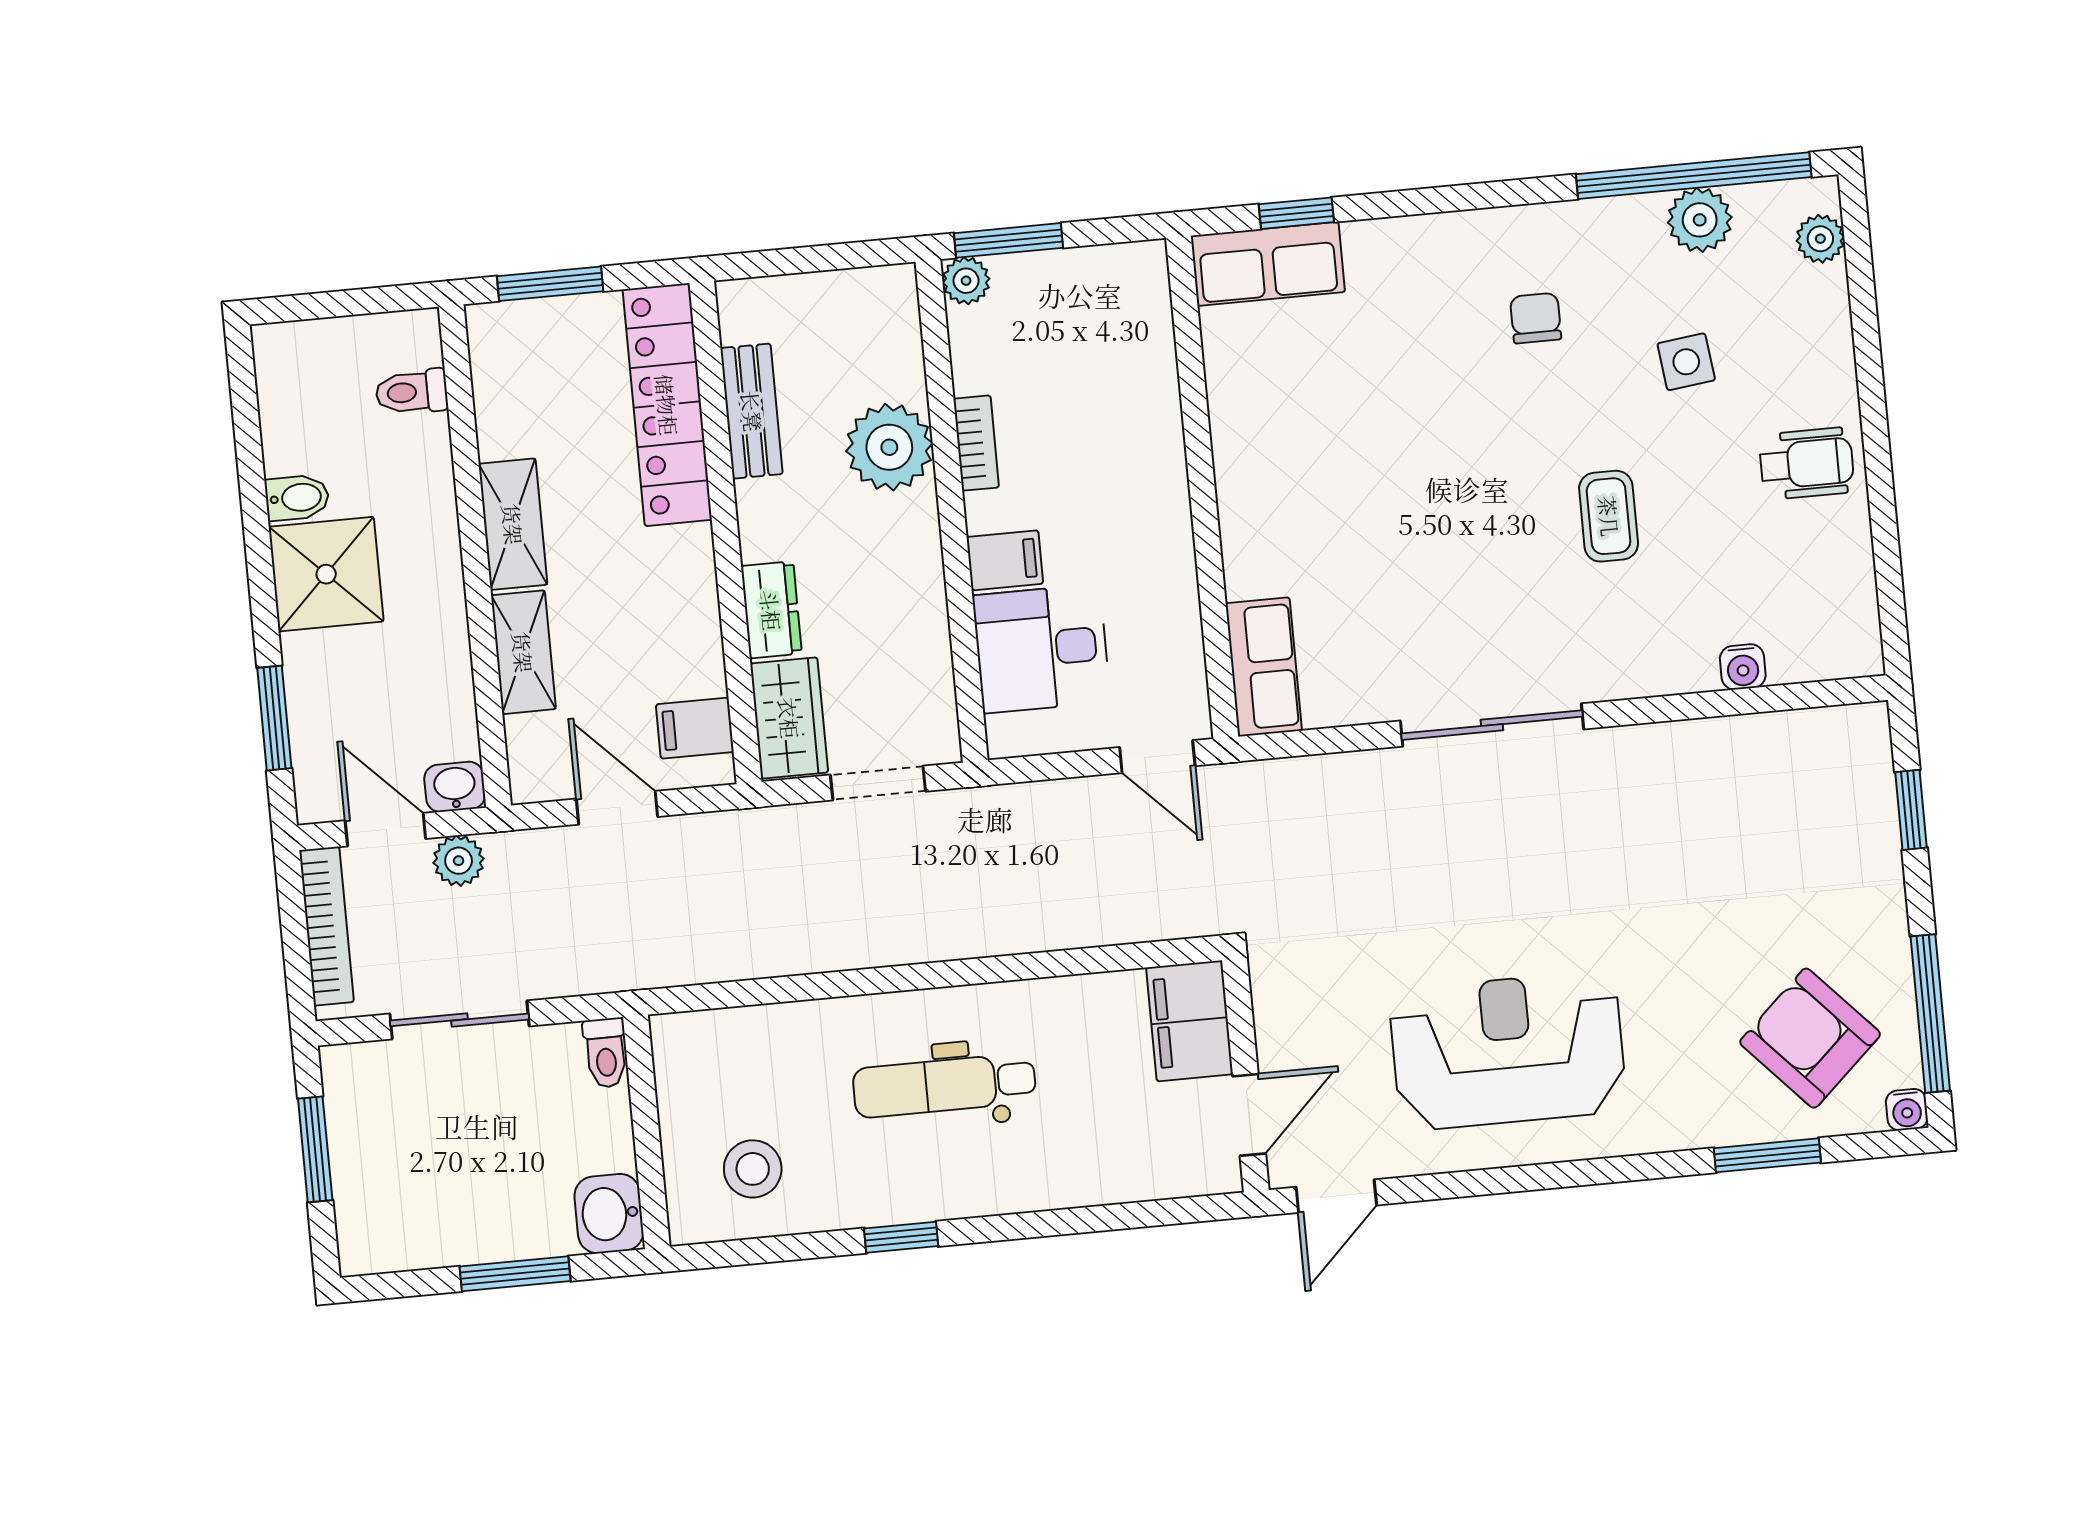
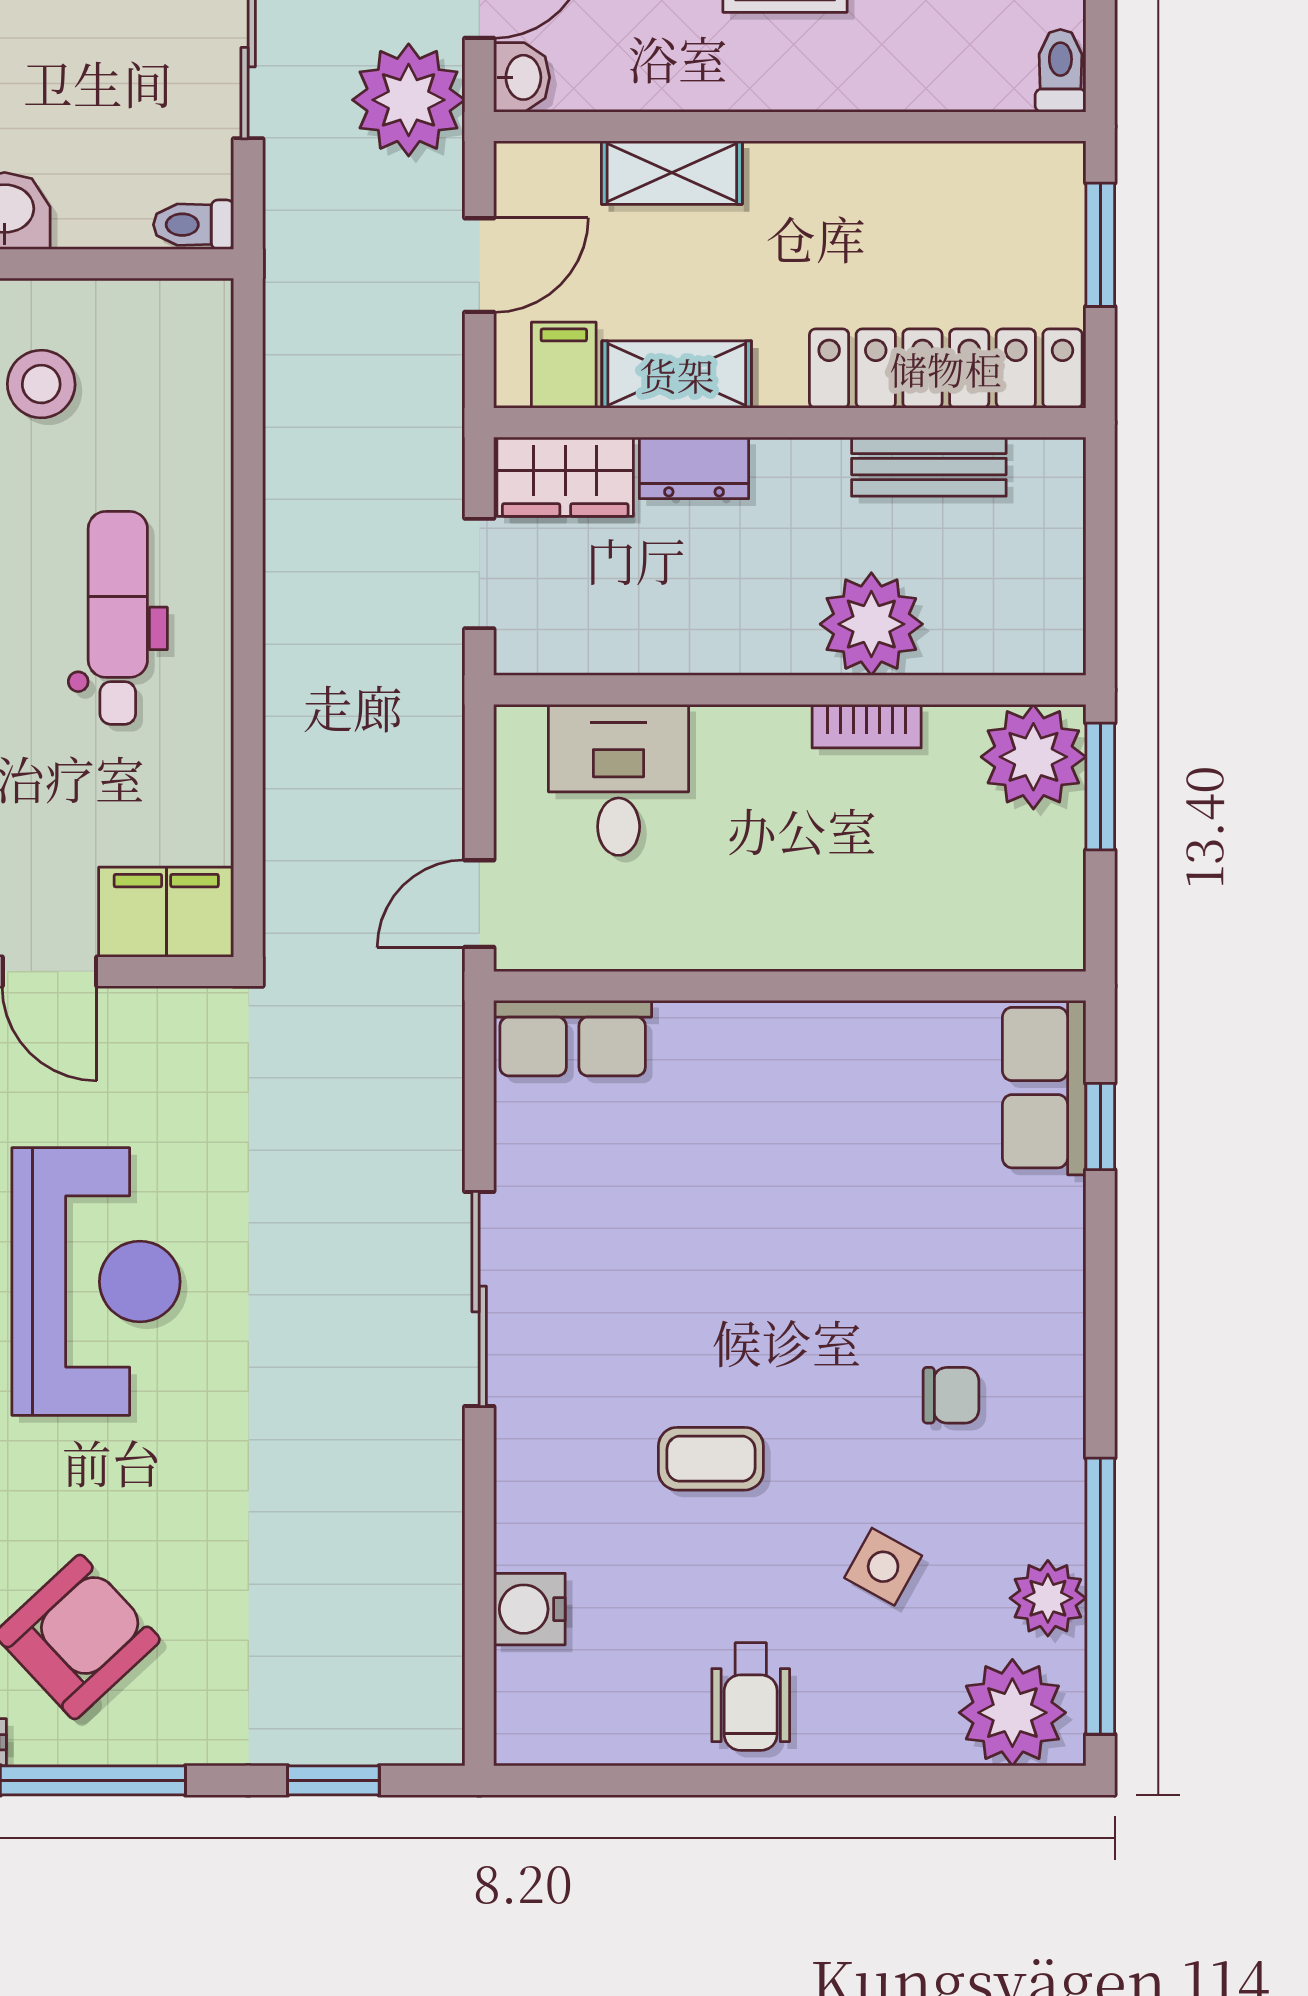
plant: (1820, 239) -> (1012, 1713), width x1.88, depth x1.88
plant: (966, 281) -> (1033, 757), width x1.88, depth x1.88
side table: (1686, 362) -> (883, 1567), turned 36
toilet: (412, 392) -> (1060, 71), moved
shelving: (513, 524) -> (677, 375), moved
filing cabinet: (1005, 560) -> (726, 747), removed
water cooler: (1743, 667) -> (529, 1609), width x1.38, depth x1.38
plant: (459, 861) -> (409, 100), width x1.87, depth x1.87

